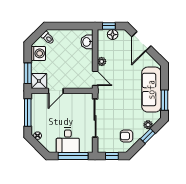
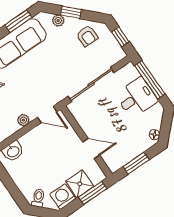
door: (95, 78) -> (47, 115), swing flipped
shower: (39, 81) -> (80, 184), moved
window: (28, 112) -> (136, 163), width x0.69

